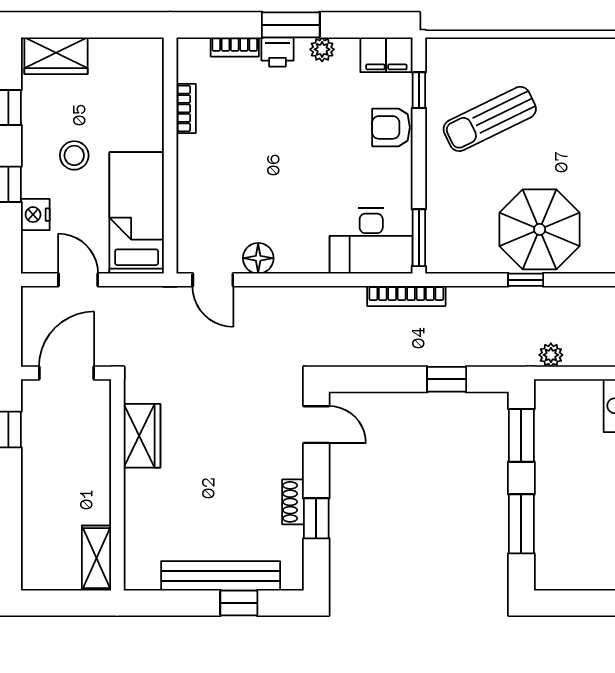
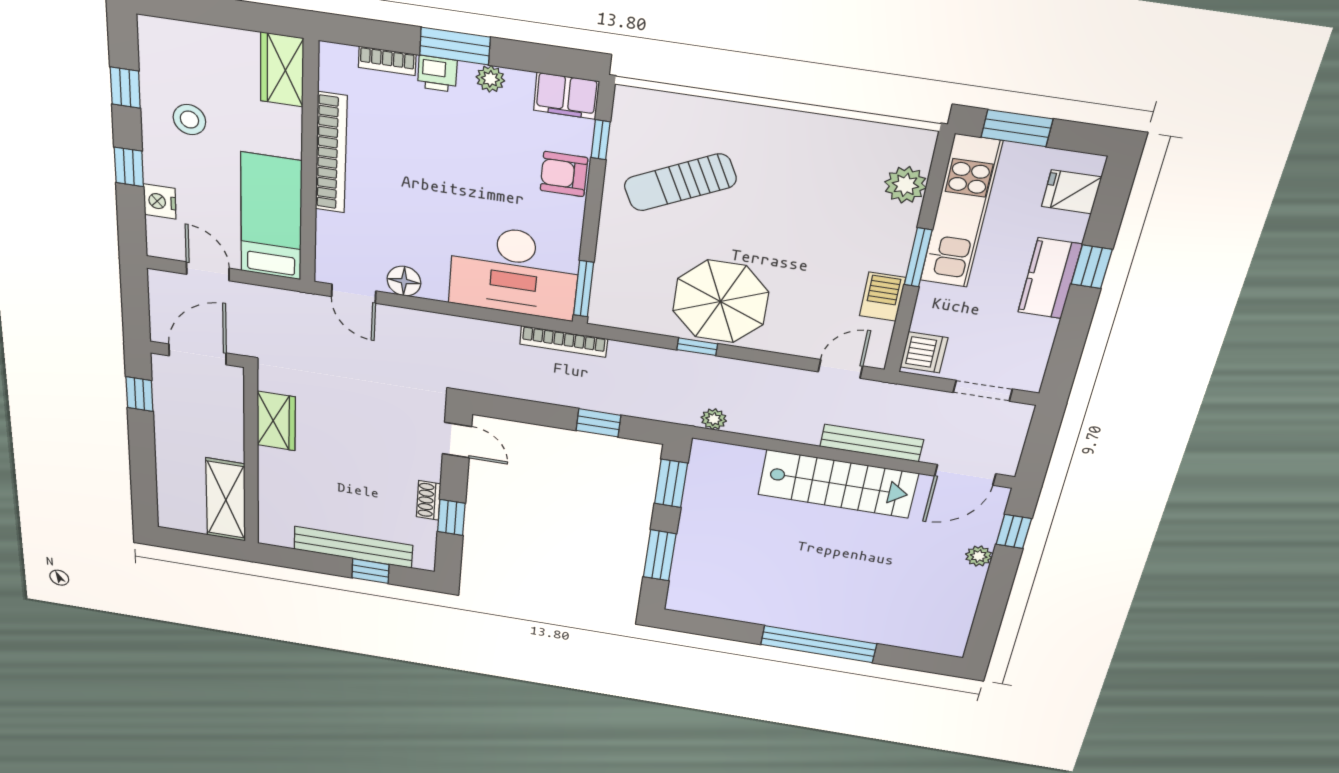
wardrobe: (56, 56) -> (282, 70), moved, turned 90
bookcase: (186, 108) -> (331, 153), width x2.31, depth x1.31
stool: (74, 155) -> (189, 120), moved
desk: (371, 241) -> (514, 272), width x1.36, depth x1.30
shelving: (96, 558) -> (226, 500), width x1.50, depth x1.33

